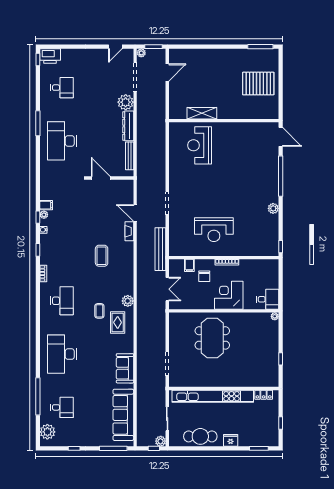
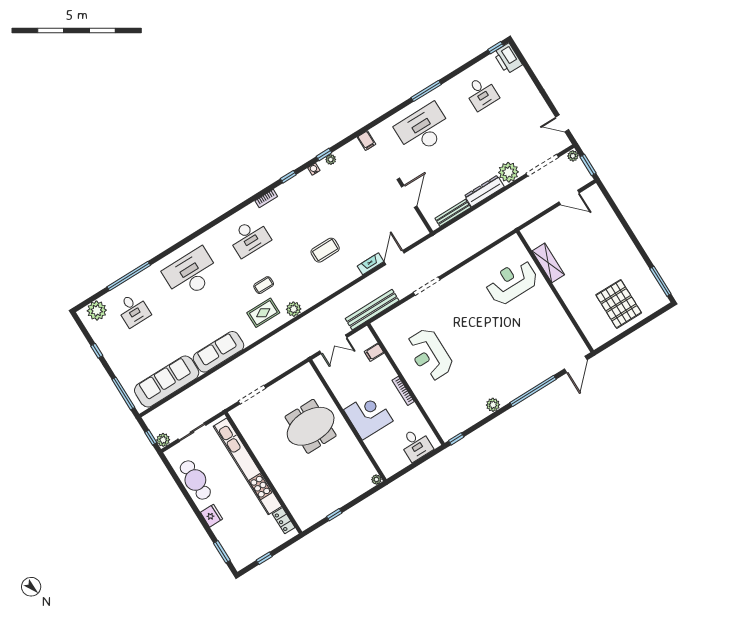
filing cabinet: (46, 205) -> (366, 141), moved
chair: (204, 276) -> (372, 376), removed
desk: (268, 299) -> (416, 444), moved
sofa: (125, 368) -> (218, 352), width x1.36

